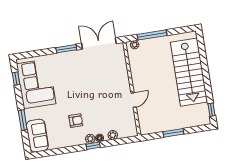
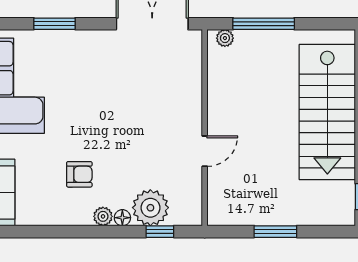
window: (66, 49) -> (55, 24), moved
plant: (113, 135) -> (150, 208), width x1.88, depth x1.88
window: (93, 146) -> (160, 232), moved

